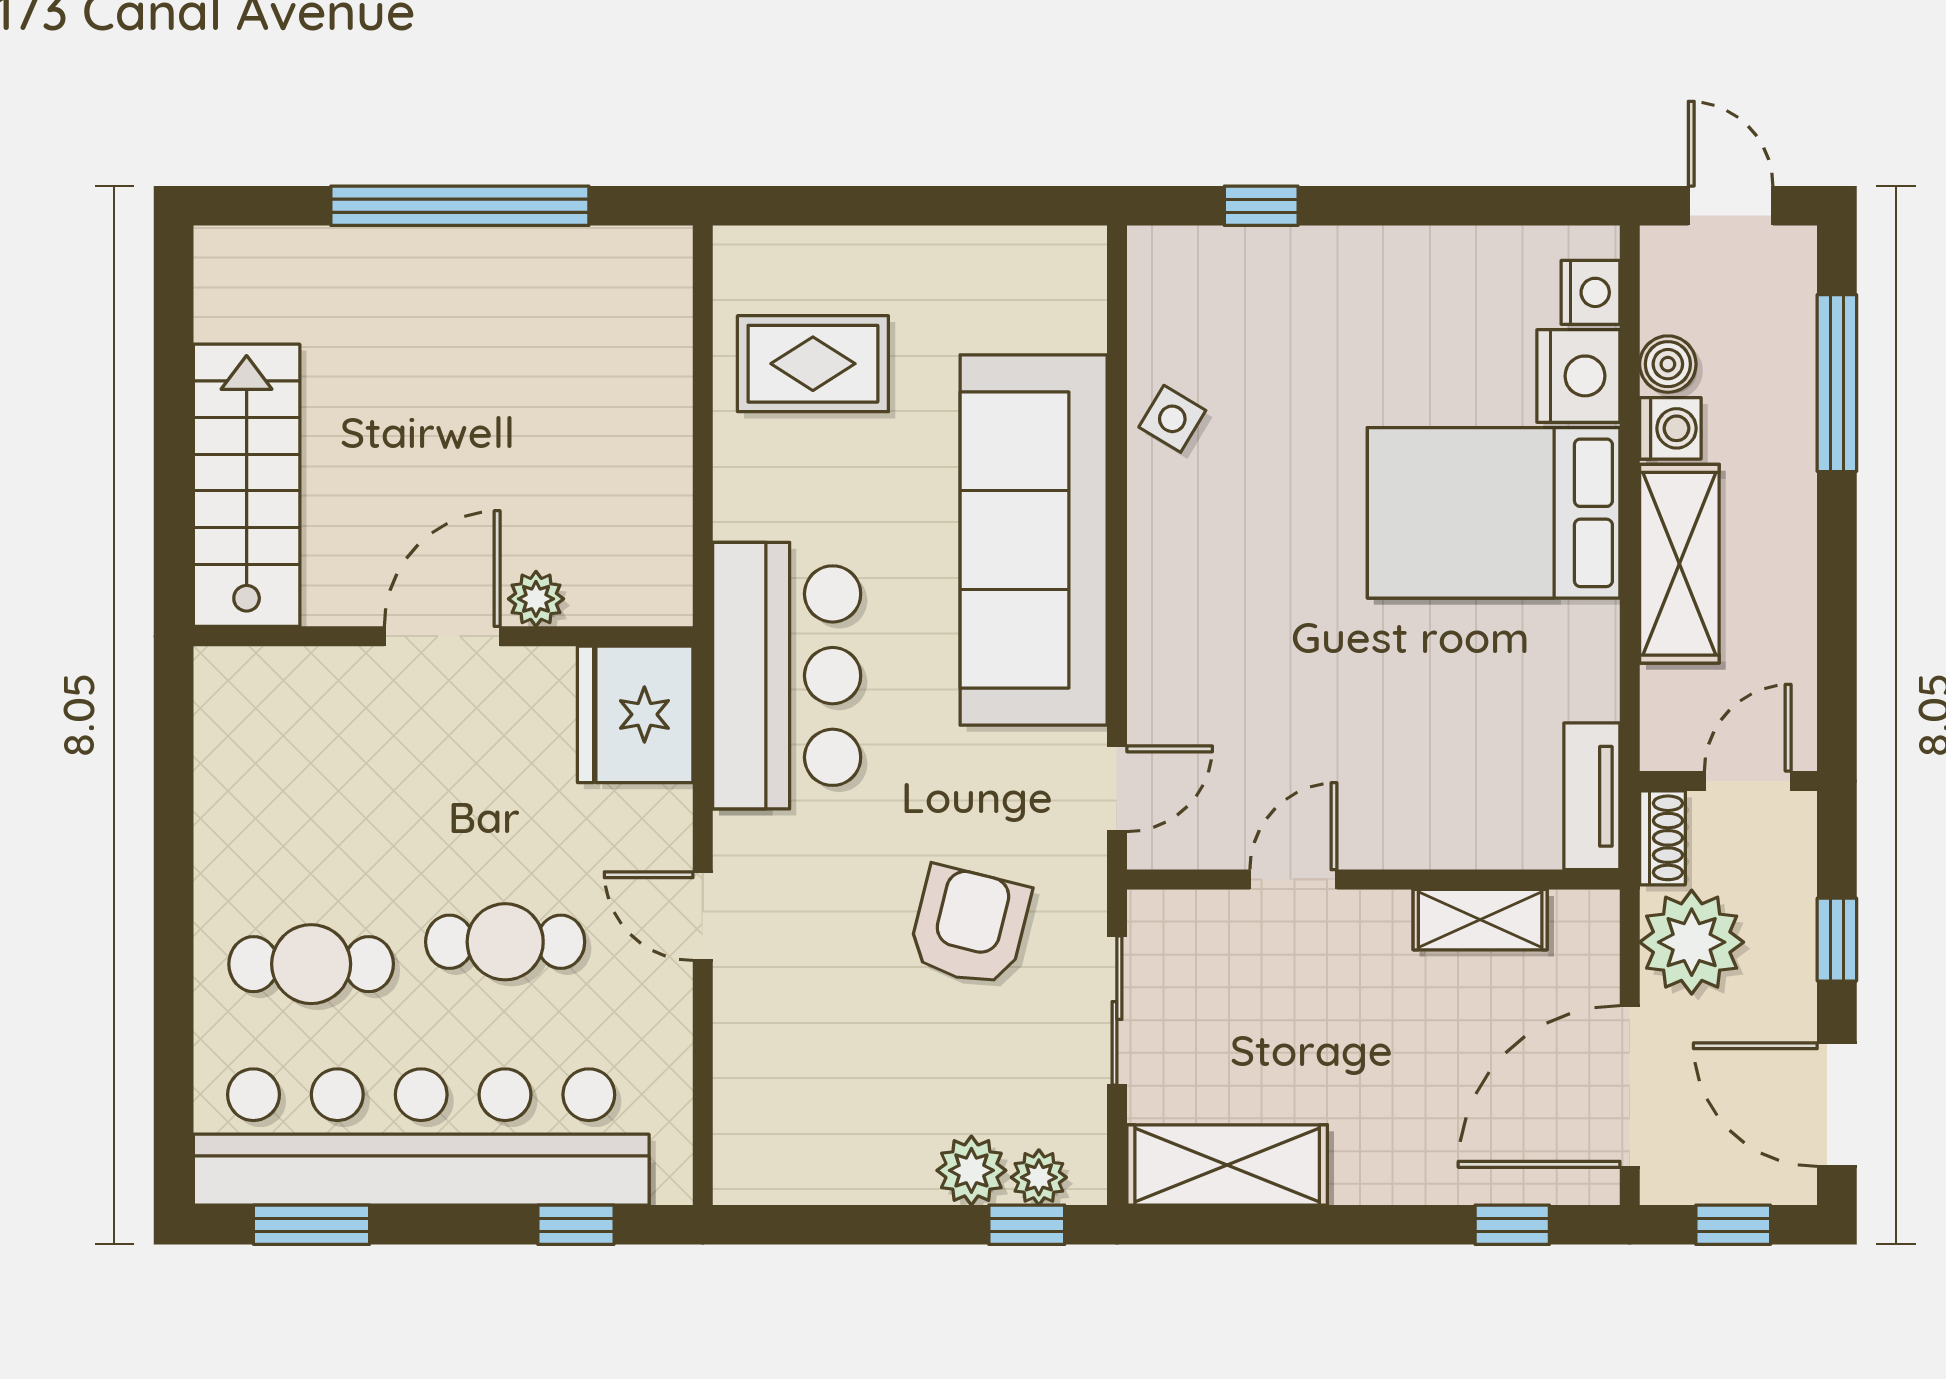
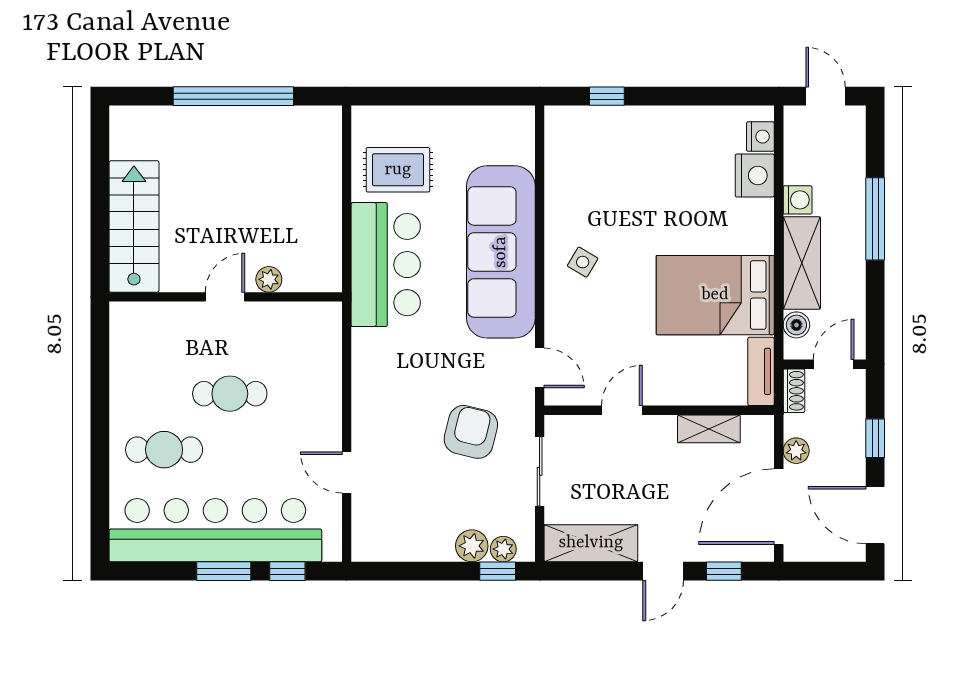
boiler: (1668, 364) -> (796, 325), moved
window: (1837, 383) -> (875, 219), moved
side table: (1172, 419) -> (583, 262), moved
bed: (1494, 513) -> (715, 295), moved
door: (442, 636) -> (225, 297), width x0.73
bar counter: (787, 676) -> (386, 265), moved
fridge: (635, 714) -> (315, 333), removed
door: (1117, 789) -> (540, 368), hinge flipped
door: (703, 916) -> (347, 473), moved
cafe table: (505, 942) -> (230, 394), moved
plant: (1692, 942) -> (796, 451), width x0.53, depth x0.53
window: (312, 1225) -> (224, 571), moved
door: (1382, 1225) -> (663, 571), added
window: (1733, 1225) -> (827, 571), removed

